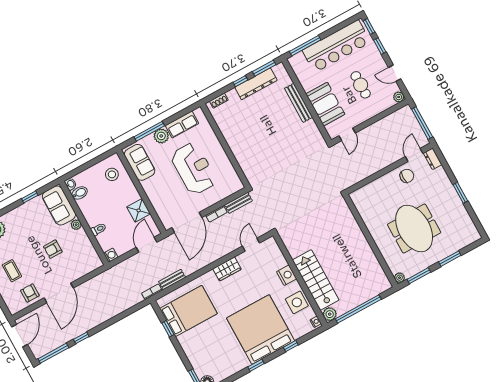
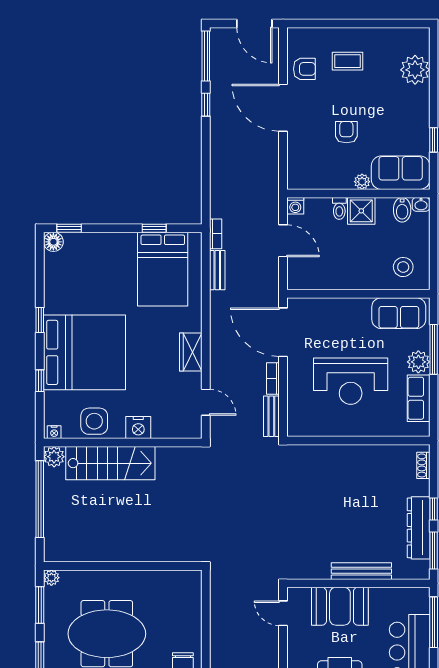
shower: (139, 210) -> (361, 211), moved
door: (146, 245) -> (283, 241), moved

